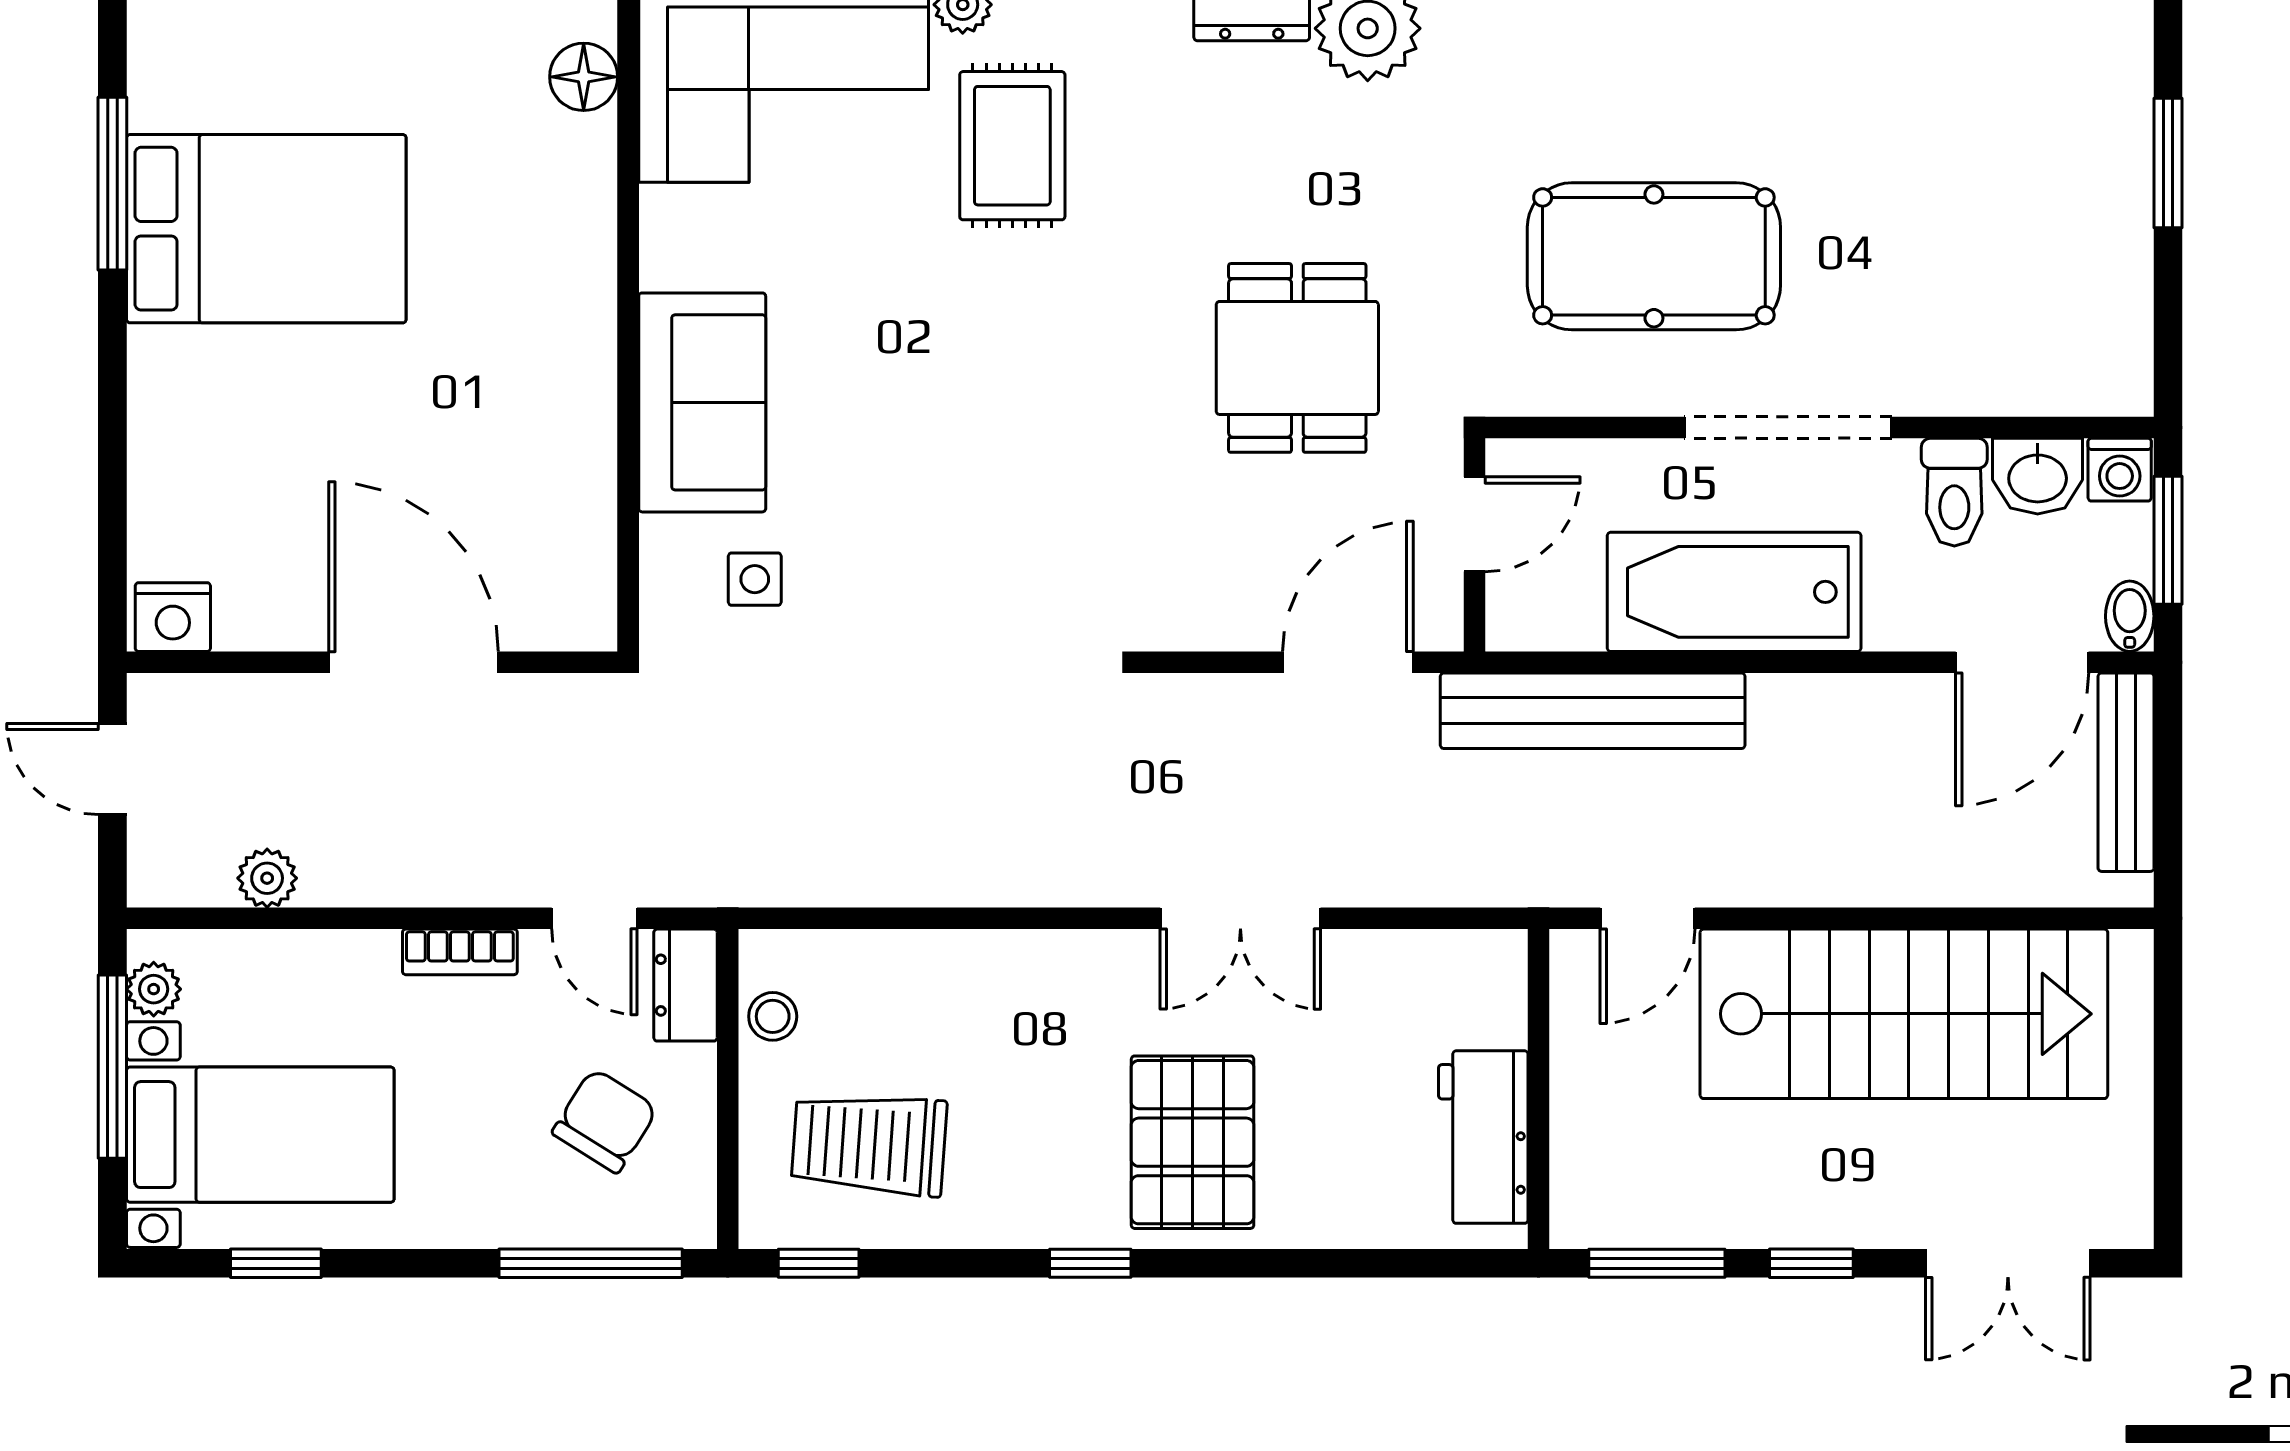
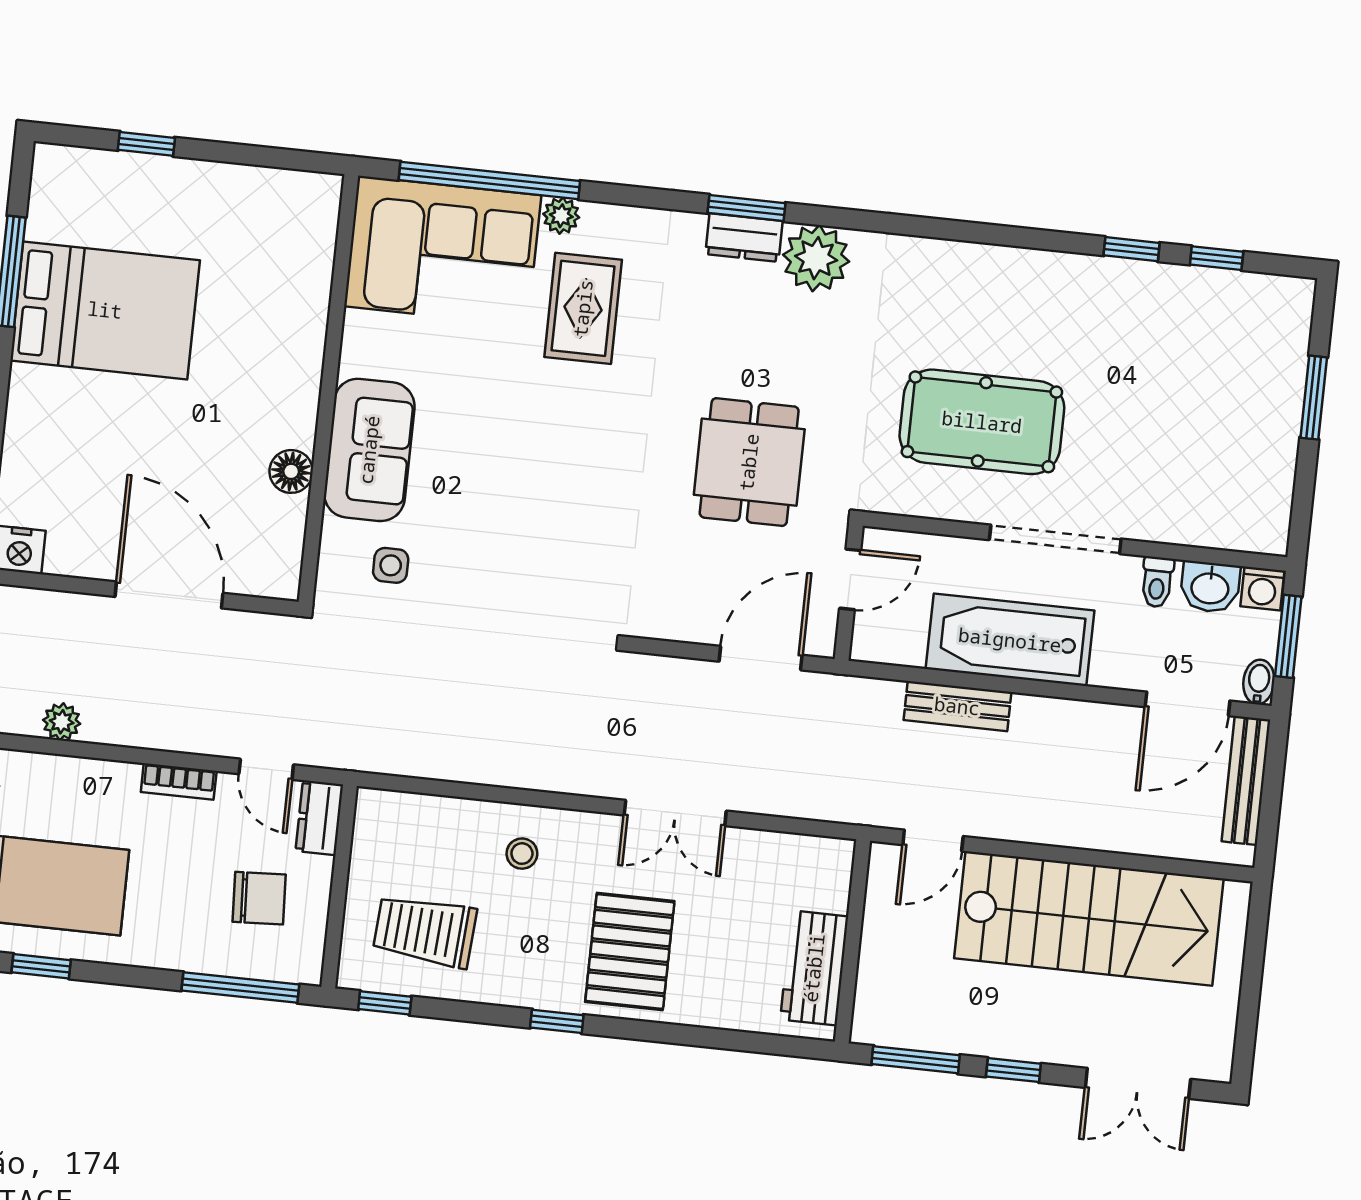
floor lamp: (584, 77) -> (291, 471), moved
toilet: (1954, 492) -> (1157, 582), width x0.73, depth x0.72
bench: (1593, 711) -> (957, 706), width x0.54, depth x0.82
stool: (773, 1016) -> (522, 854), moved
chair: (605, 1121) -> (259, 898), turned 55

